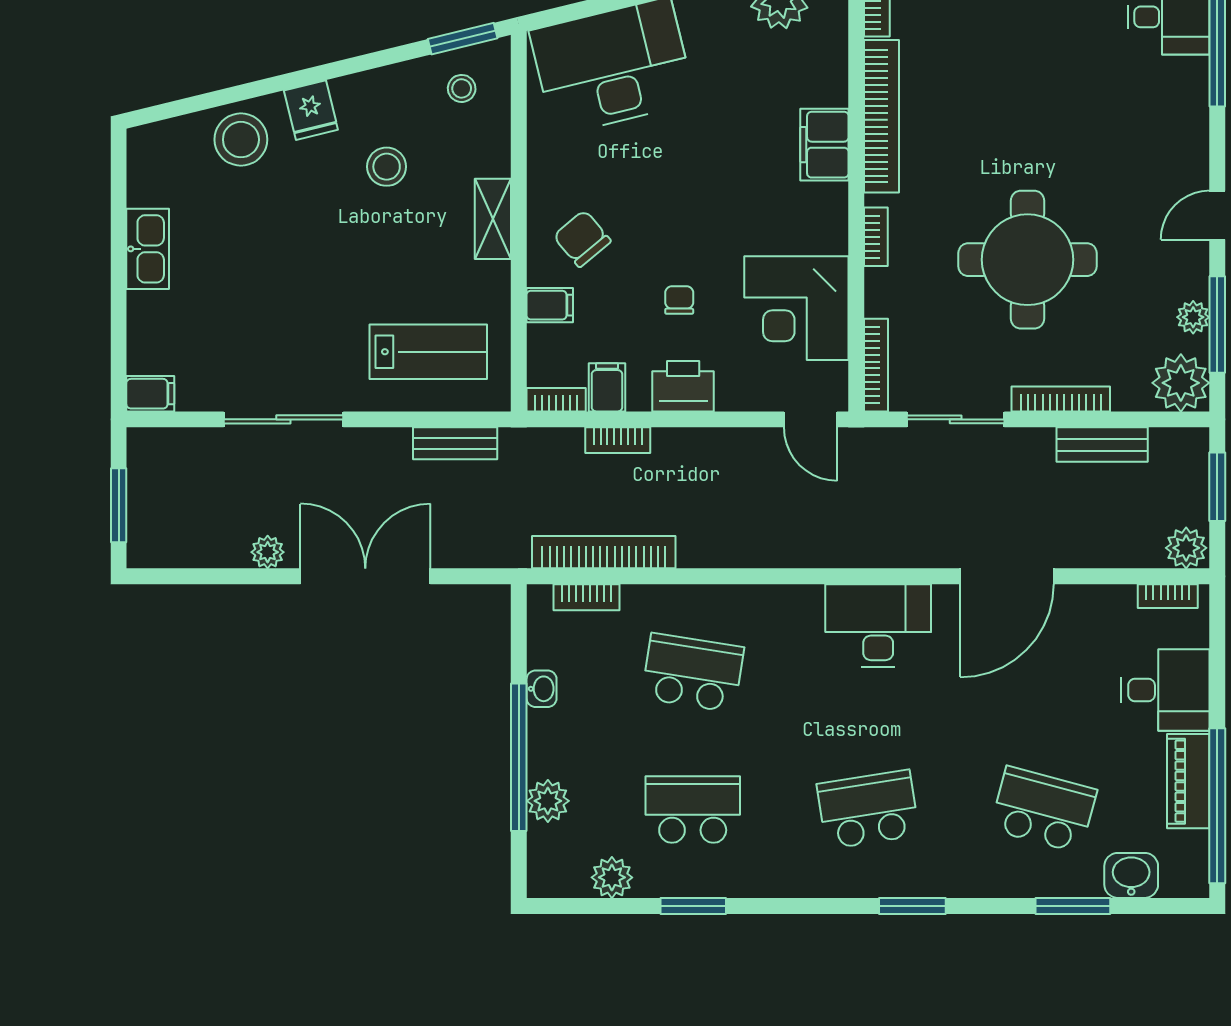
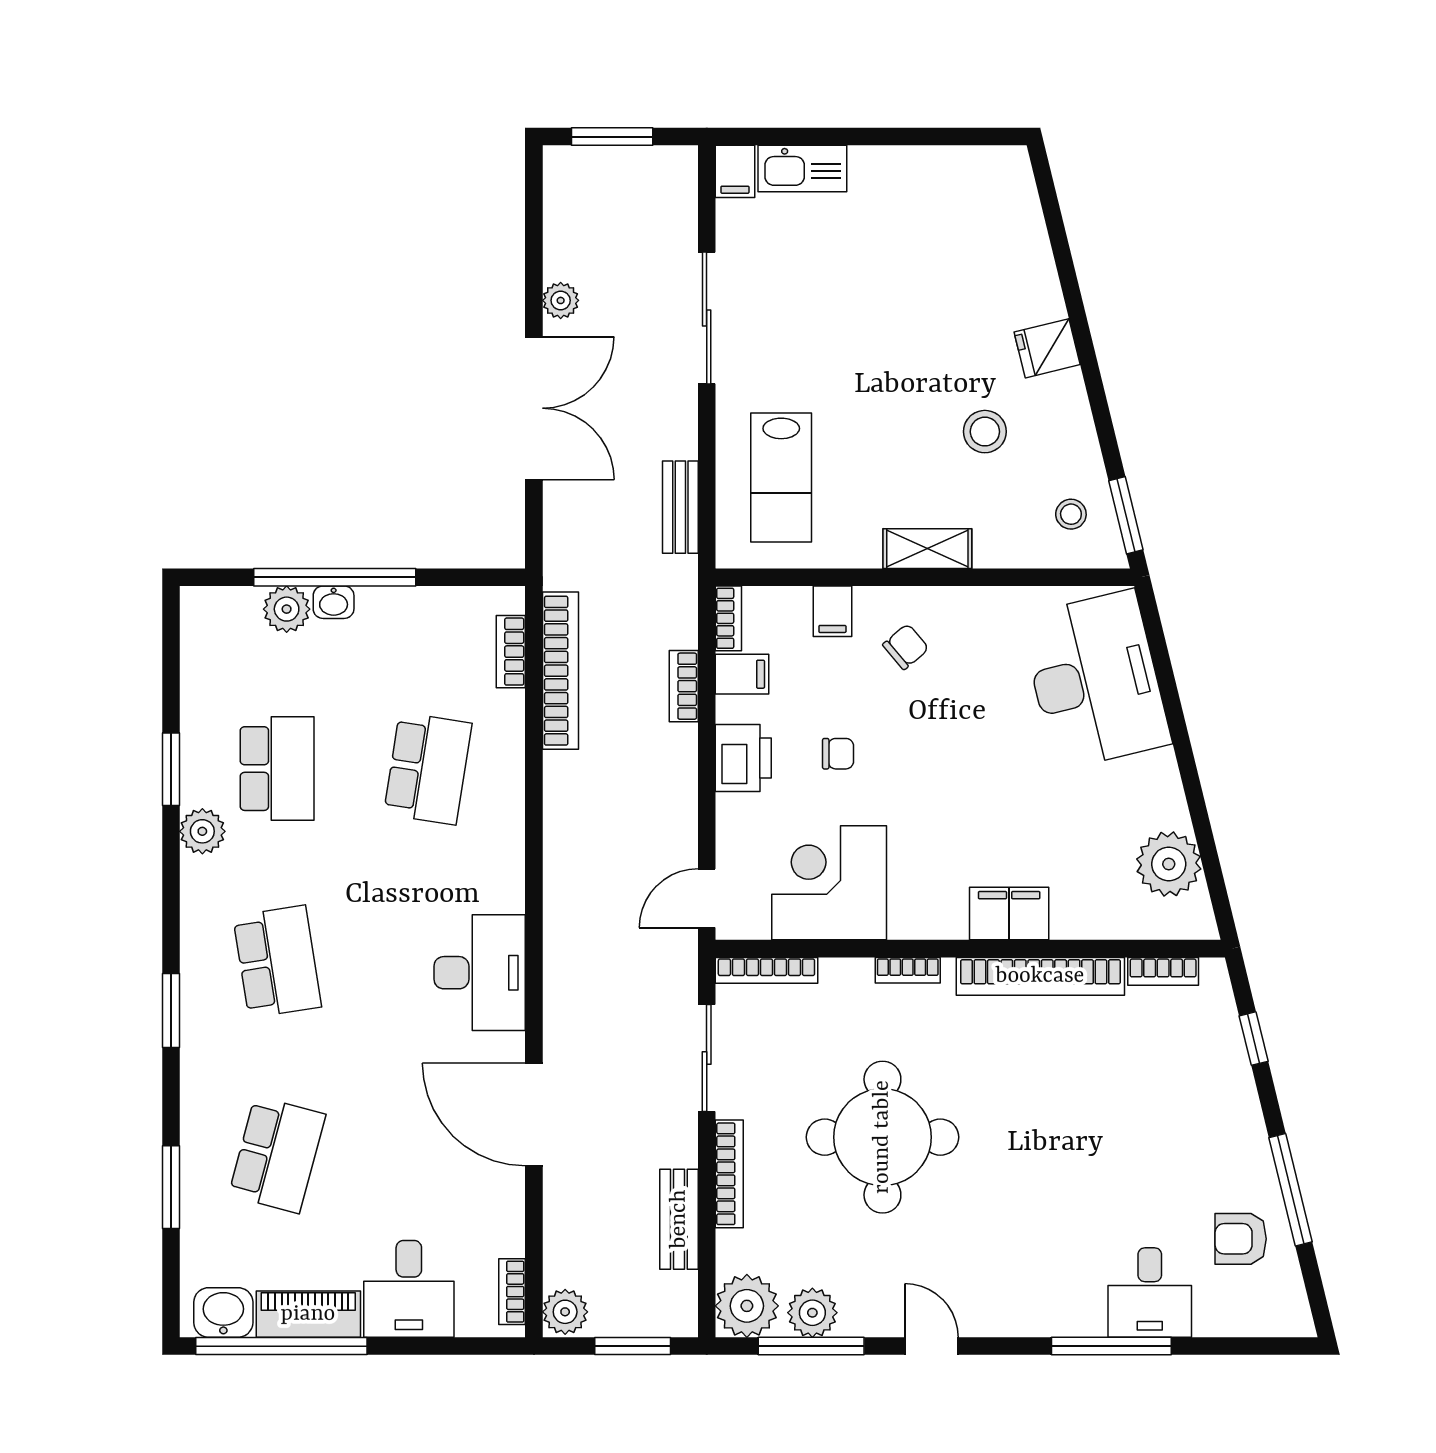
stool: (241, 140) -> (1015, 271), removed
chair: (582, 239) -> (906, 647), width x0.73, depth x0.73
kitchen sink: (148, 249) -> (802, 169), moved
plant: (1193, 317) -> (812, 1313), width x1.38, depth x1.38
washbasin: (542, 689) -> (334, 602), moved
washbasin: (1131, 875) -> (223, 1312), moved, turned -90
plant: (612, 877) -> (202, 831), moved

